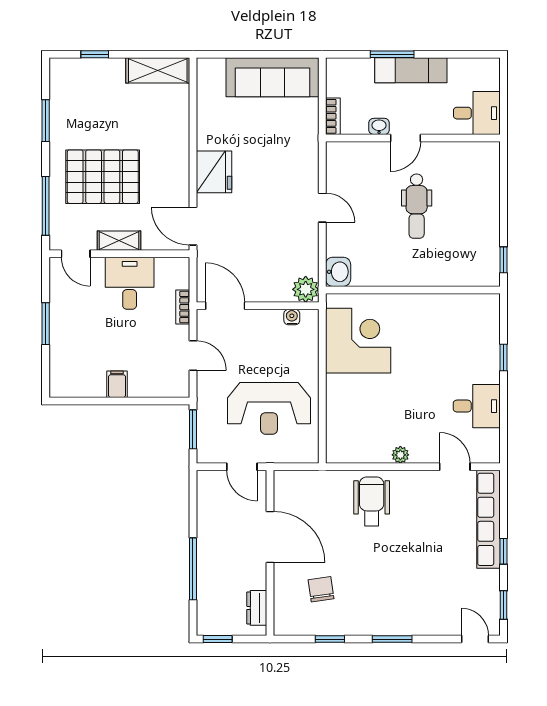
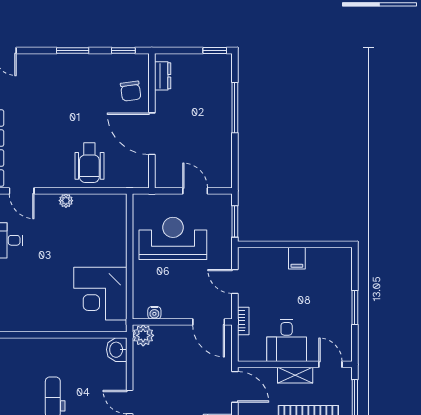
door: (270, 537) -> (152, 134), moved
wall: (270, 553) -> (152, 121), moved
dresser: (257, 608) -> (163, 76), moved

